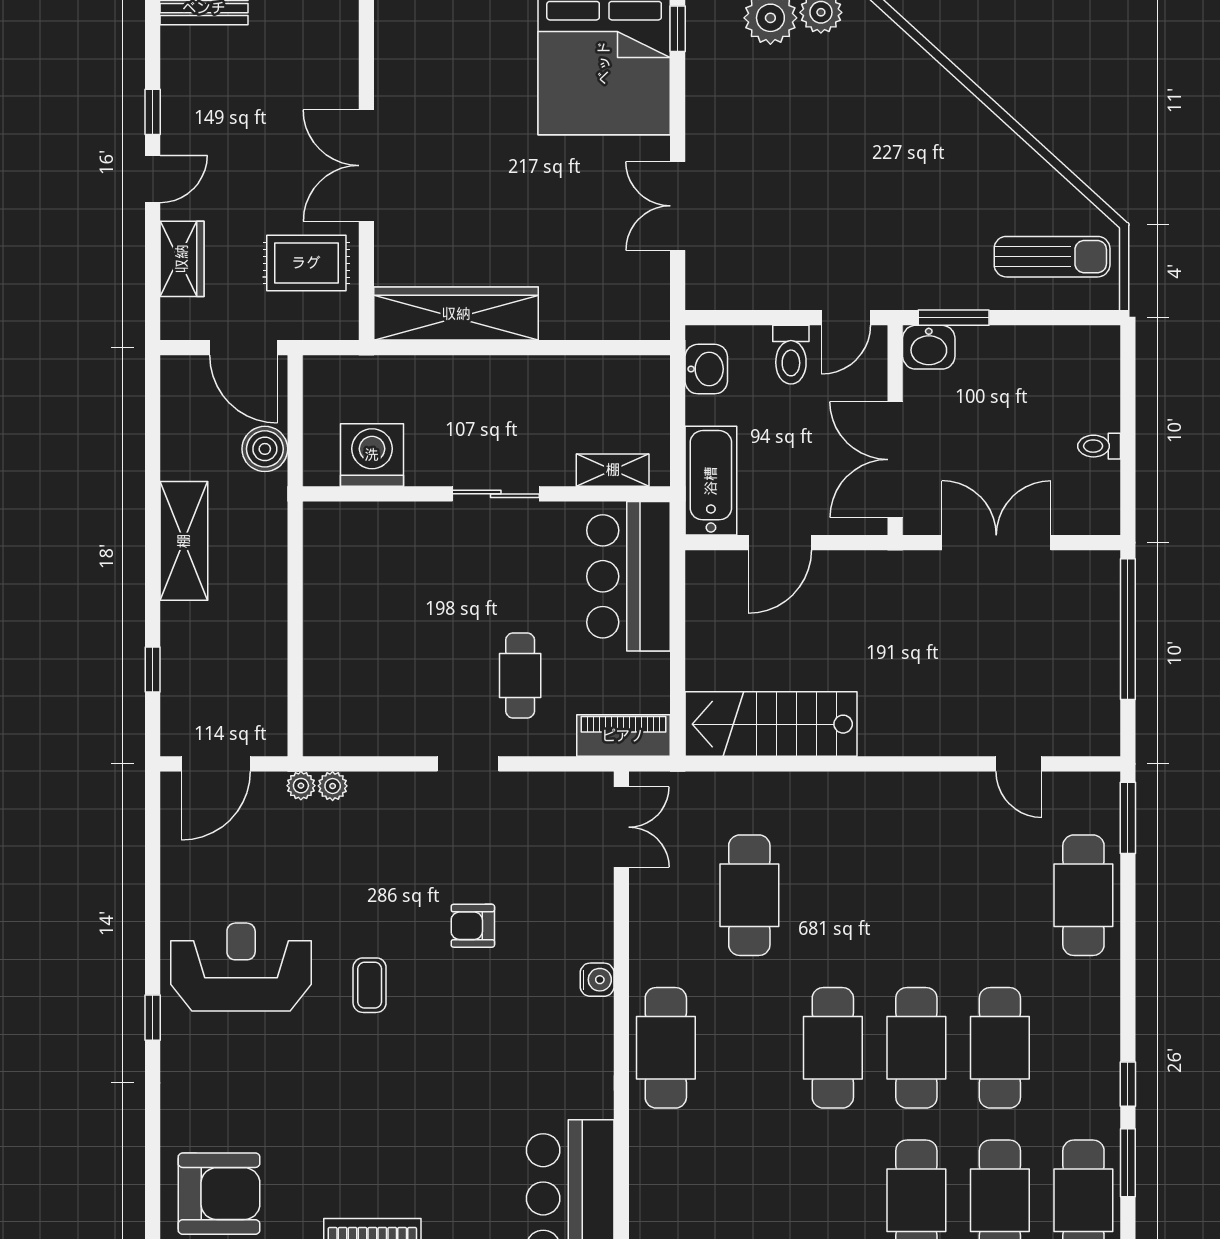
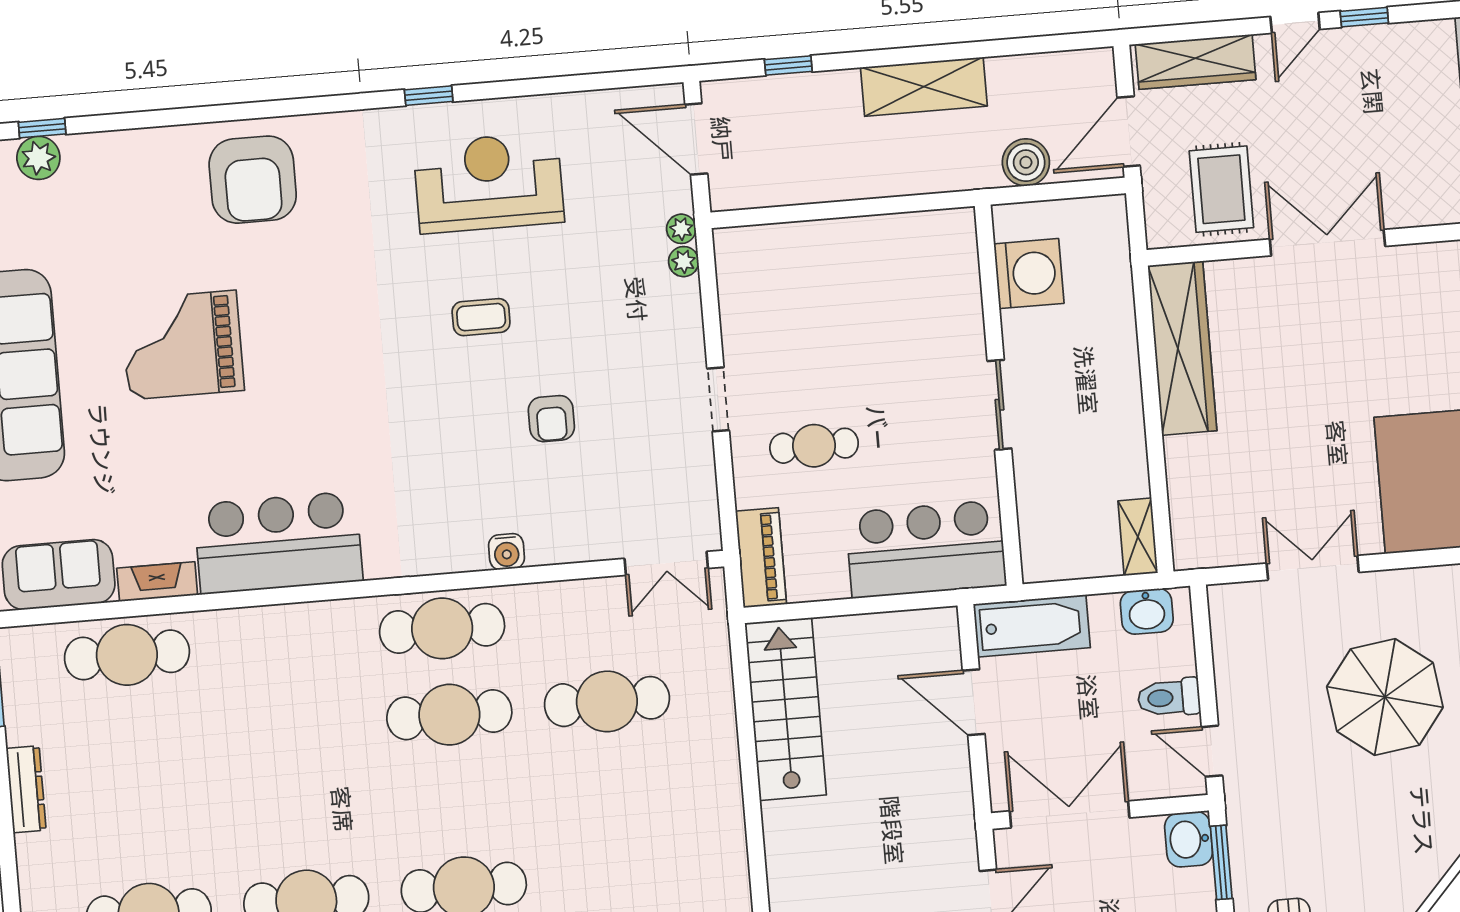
parasol: (808, 147) -> (1385, 697), added
door: (153, 179) -> (1295, 23), hinge flipped
wardrobe: (182, 259) -> (1196, 62), width x1.50
shelving: (613, 470) -> (1138, 537), moved
armchair: (473, 926) -> (551, 419), turned 180
reception desk: (241, 967) -> (489, 183), turned -90
cafe table: (833, 1048) -> (449, 715), moved

